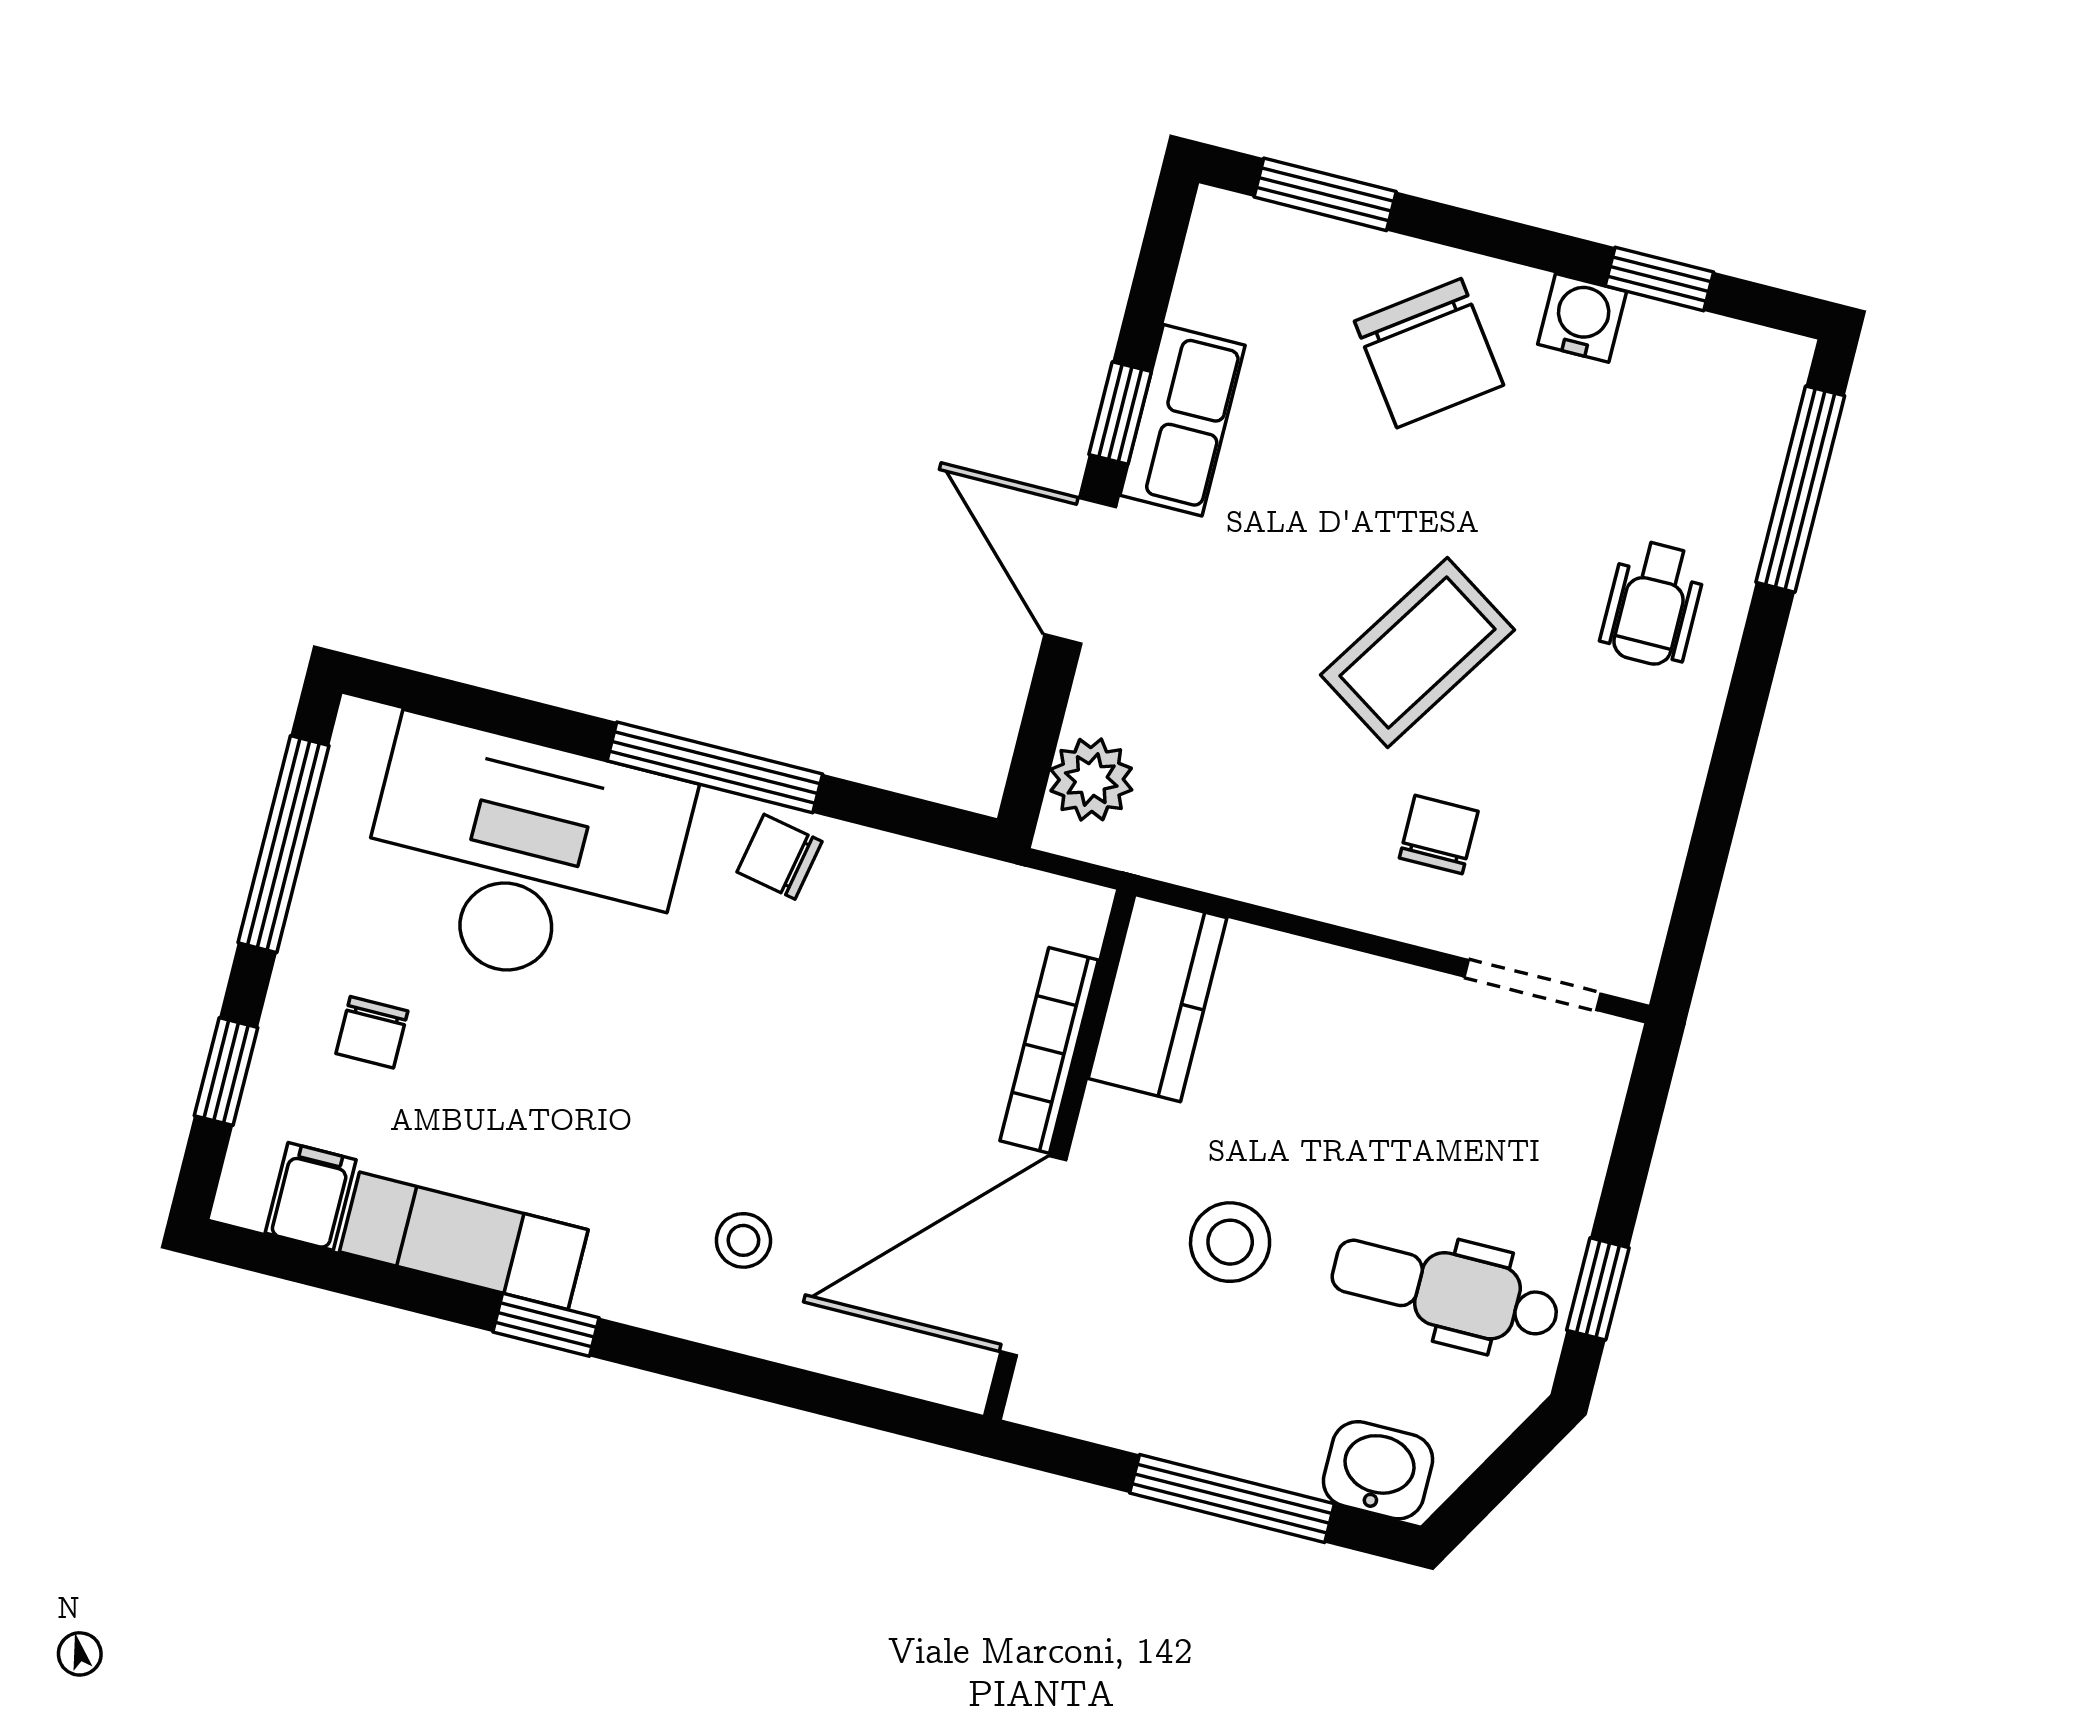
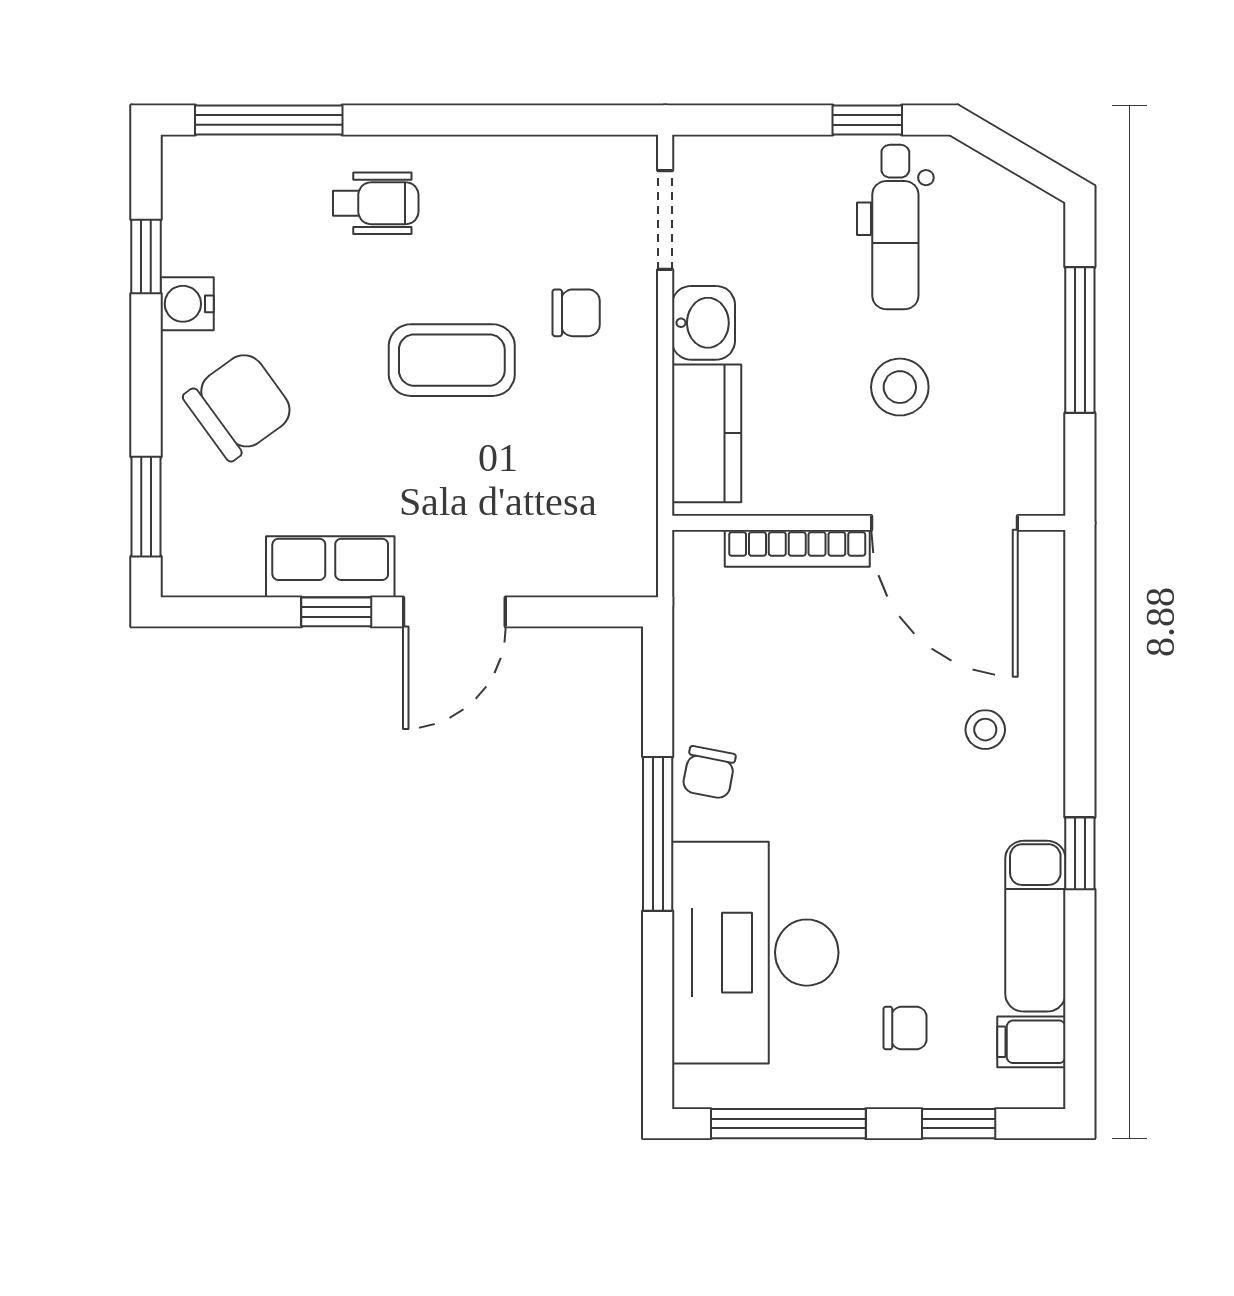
coffee table: (1418, 652) -> (452, 360), turned -33
plant: (1091, 780) -> (599, 567), removed
chair: (1439, 835) -> (576, 313), turned 180
kitchen counter: (1158, 998) -> (707, 433), moved, turned 90
washbasin: (1378, 1470) -> (703, 323), moved, turned 180

